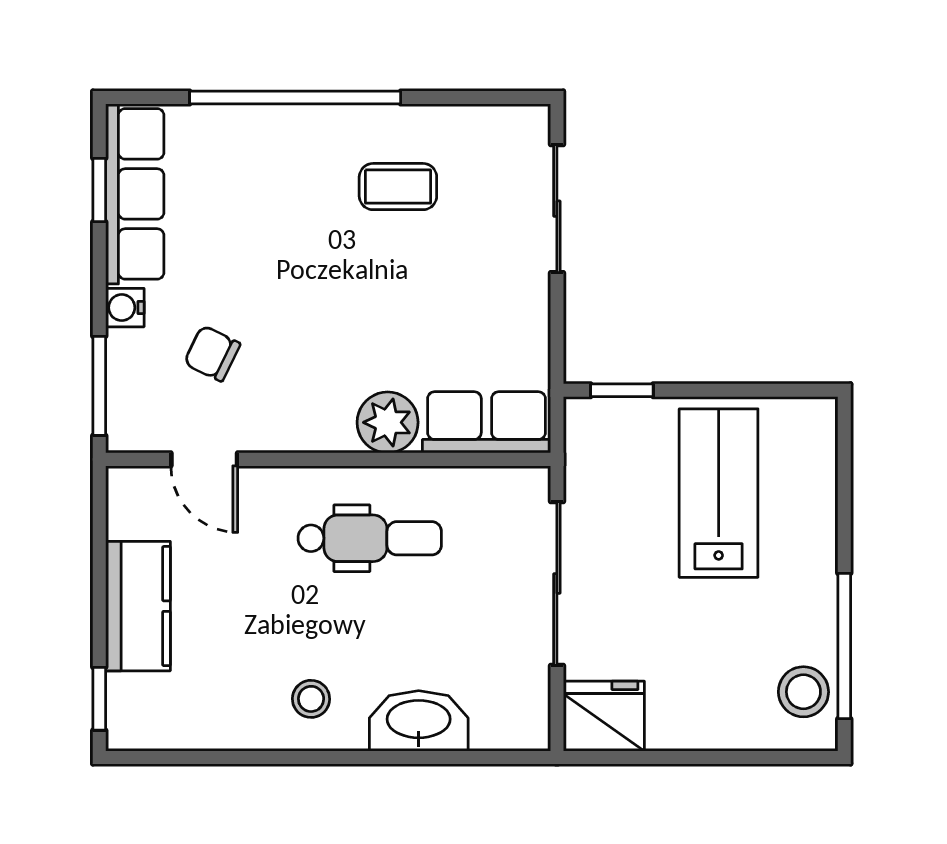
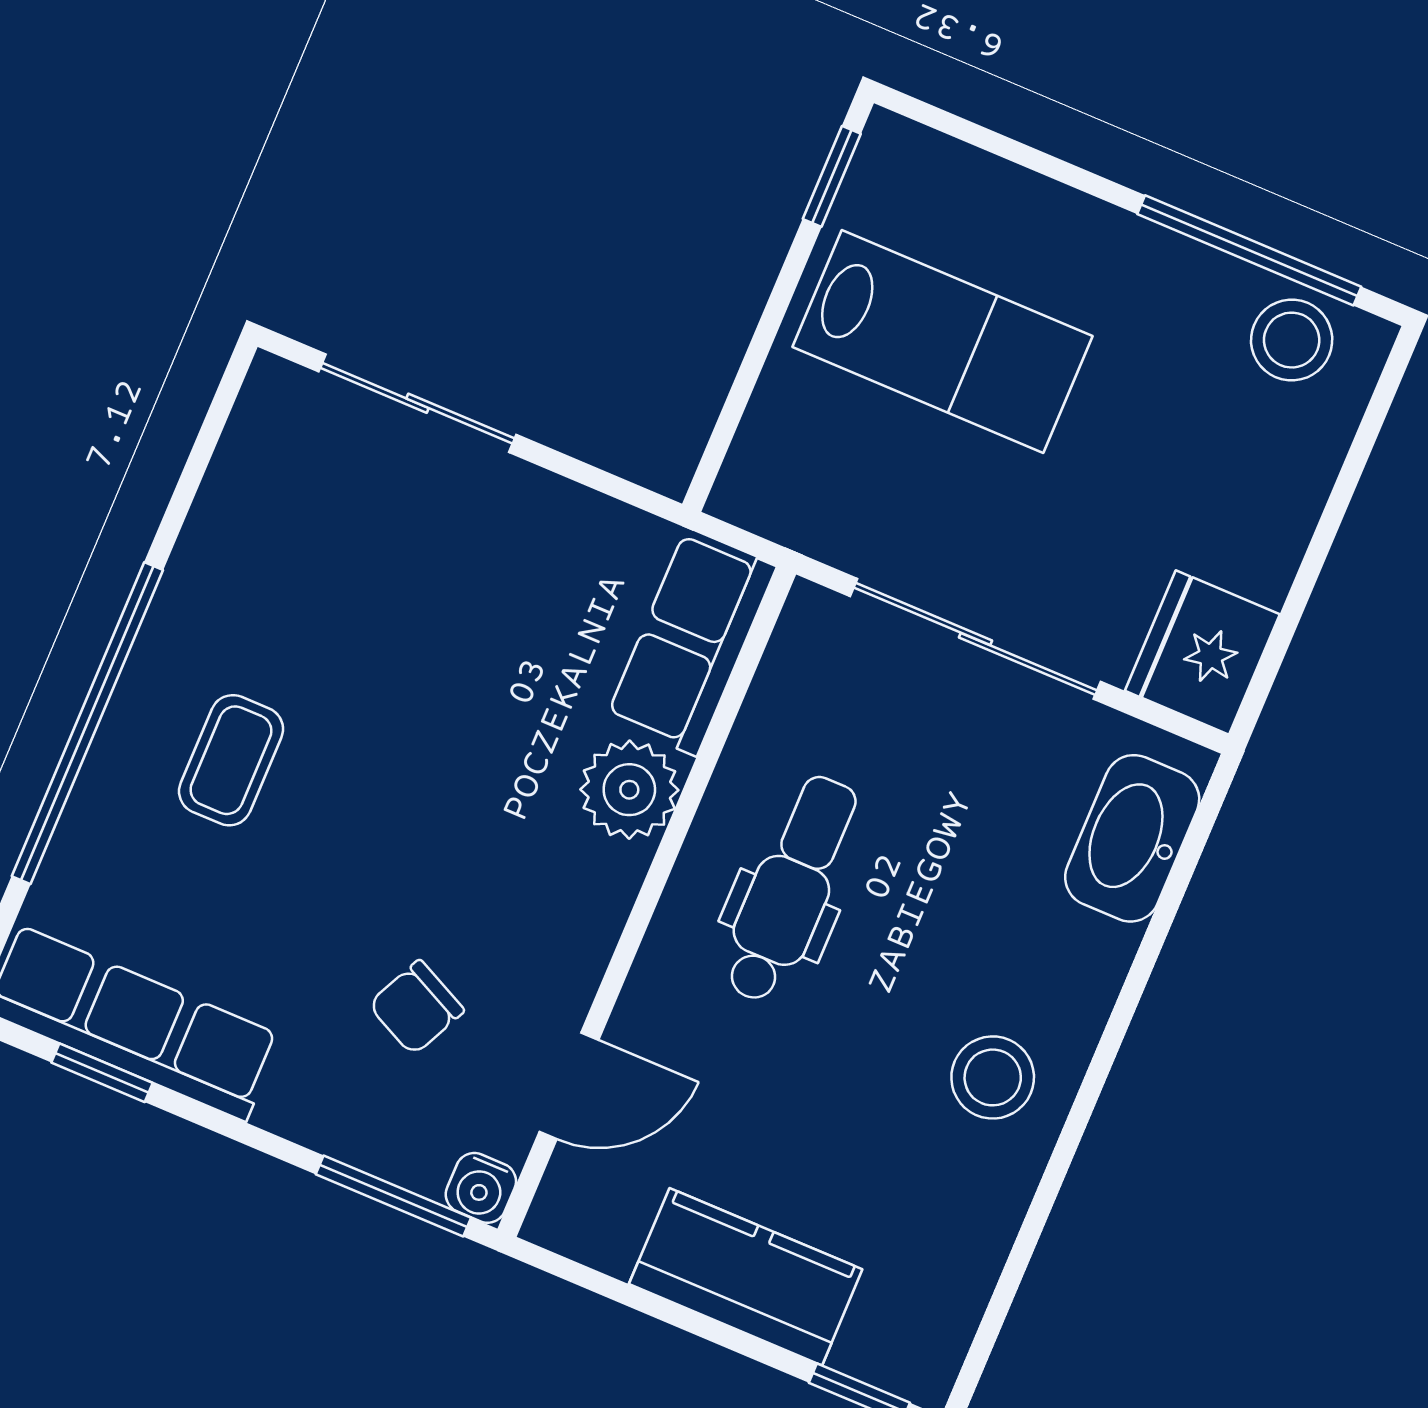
coffee table: (398, 187) -> (231, 760), moved
water cooler: (125, 308) -> (481, 1188), moved
window: (622, 390) -> (832, 176), moved
lab bench: (719, 493) -> (943, 341), turned 180
stool: (311, 699) -> (993, 1077), width x1.37, depth x1.37
washbasin: (419, 721) -> (1132, 838), moved

